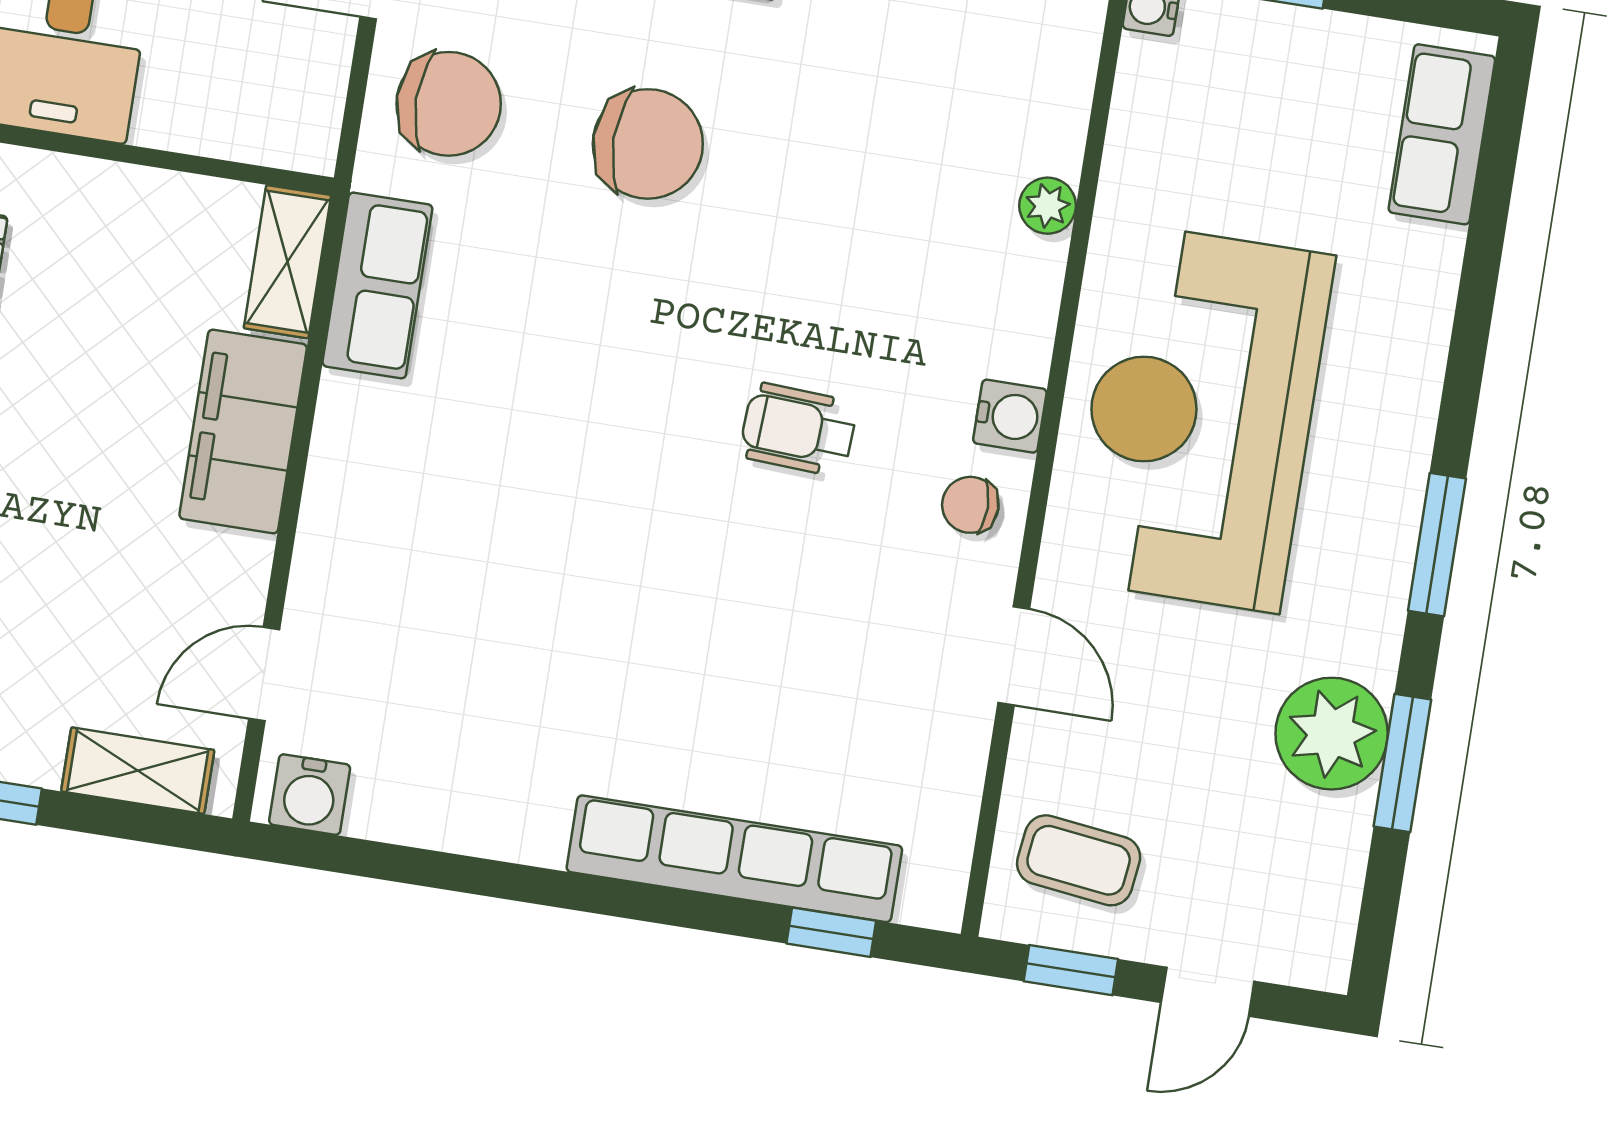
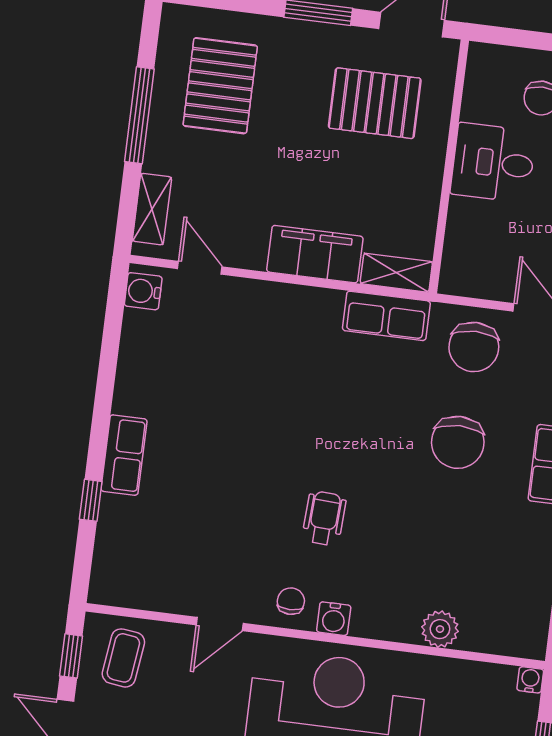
plant: (1048, 206) -> (440, 629), width x1.38, depth x1.38
row of seats: (734, 859) -> (124, 455), width x0.50
window: (831, 932) -> (91, 500), moved

